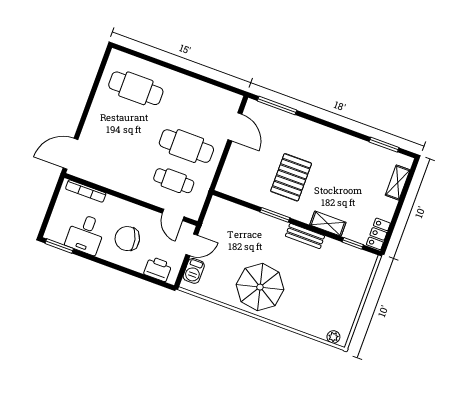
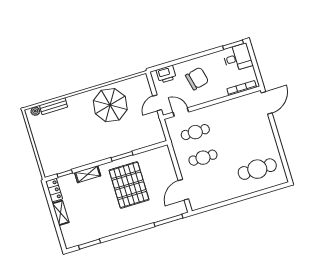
door: (235, 127) -> (183, 190), hinge flipped
cafe table: (186, 146) -> (203, 158), width x0.73, depth x0.74
pallet: (291, 177) -> (129, 185), width x1.37, depth x1.41
shelving: (398, 183) -> (61, 213), moved
desk: (86, 234) -> (238, 58), moved, turned 90
bench: (305, 236) -> (53, 106), moved
barbecue: (194, 271) -> (145, 89), removed
parasol: (260, 287) -> (110, 105), moved

